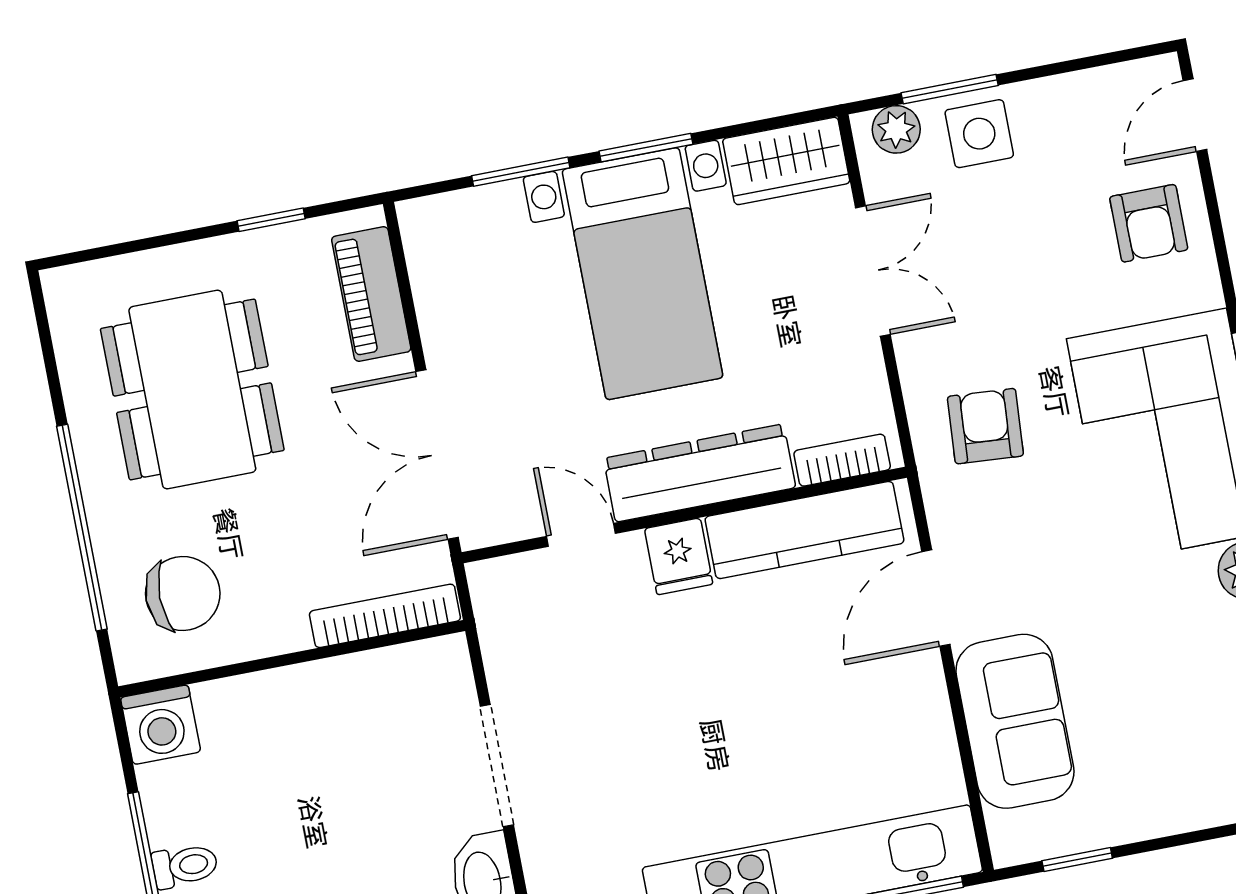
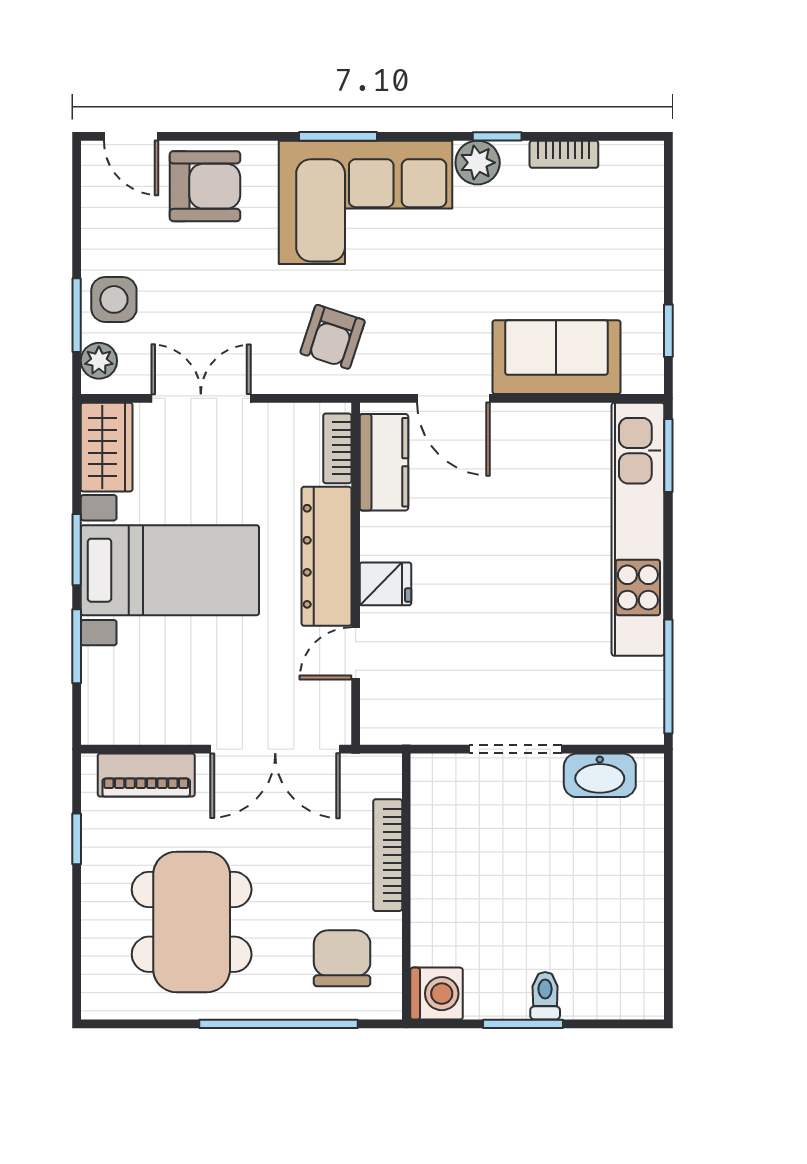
armchair: (1149, 223) -> (205, 186), width x1.38, depth x1.38
dining table: (192, 389) -> (192, 922), turned 90
armchair: (985, 426) -> (333, 337), turned -76
kitchen counter: (804, 530) -> (384, 462), width x0.67
bookcase: (385, 616) -> (388, 855), moved

